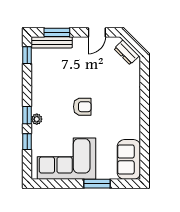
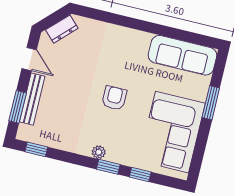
bench: (52, 42) -> (32, 99), moved
plant: (37, 119) -> (99, 152), moved
sofa: (129, 159) -> (182, 55), width x1.36

